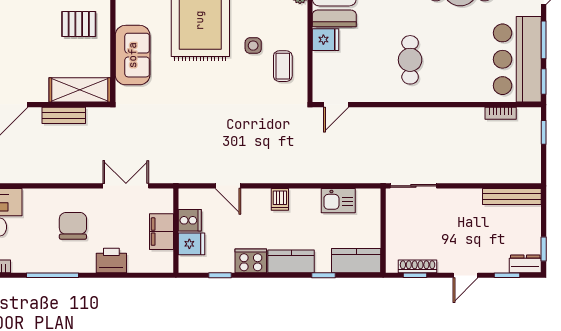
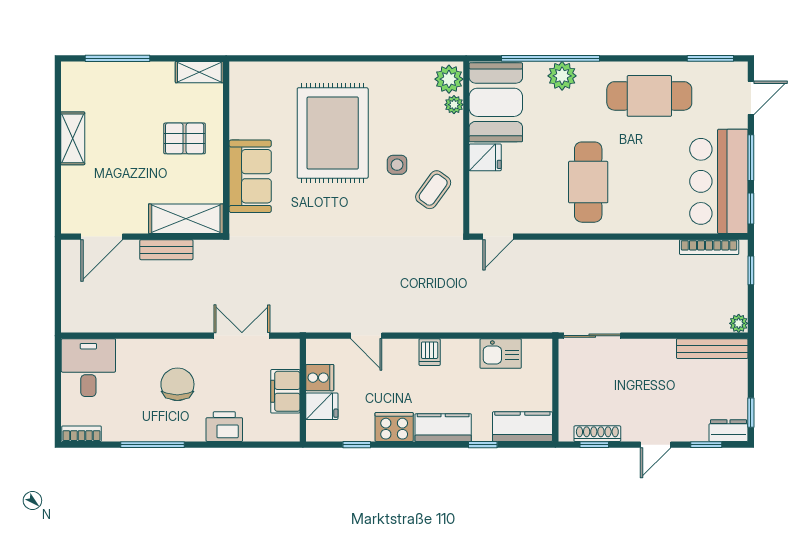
cafe table: (410, 60) -> (588, 182), width x1.37, depth x1.35
coffee table: (283, 66) -> (433, 190), turned 36
bookcase: (501, 113) -> (709, 247), width x1.56
plant: (534, 176) -> (739, 323), added

